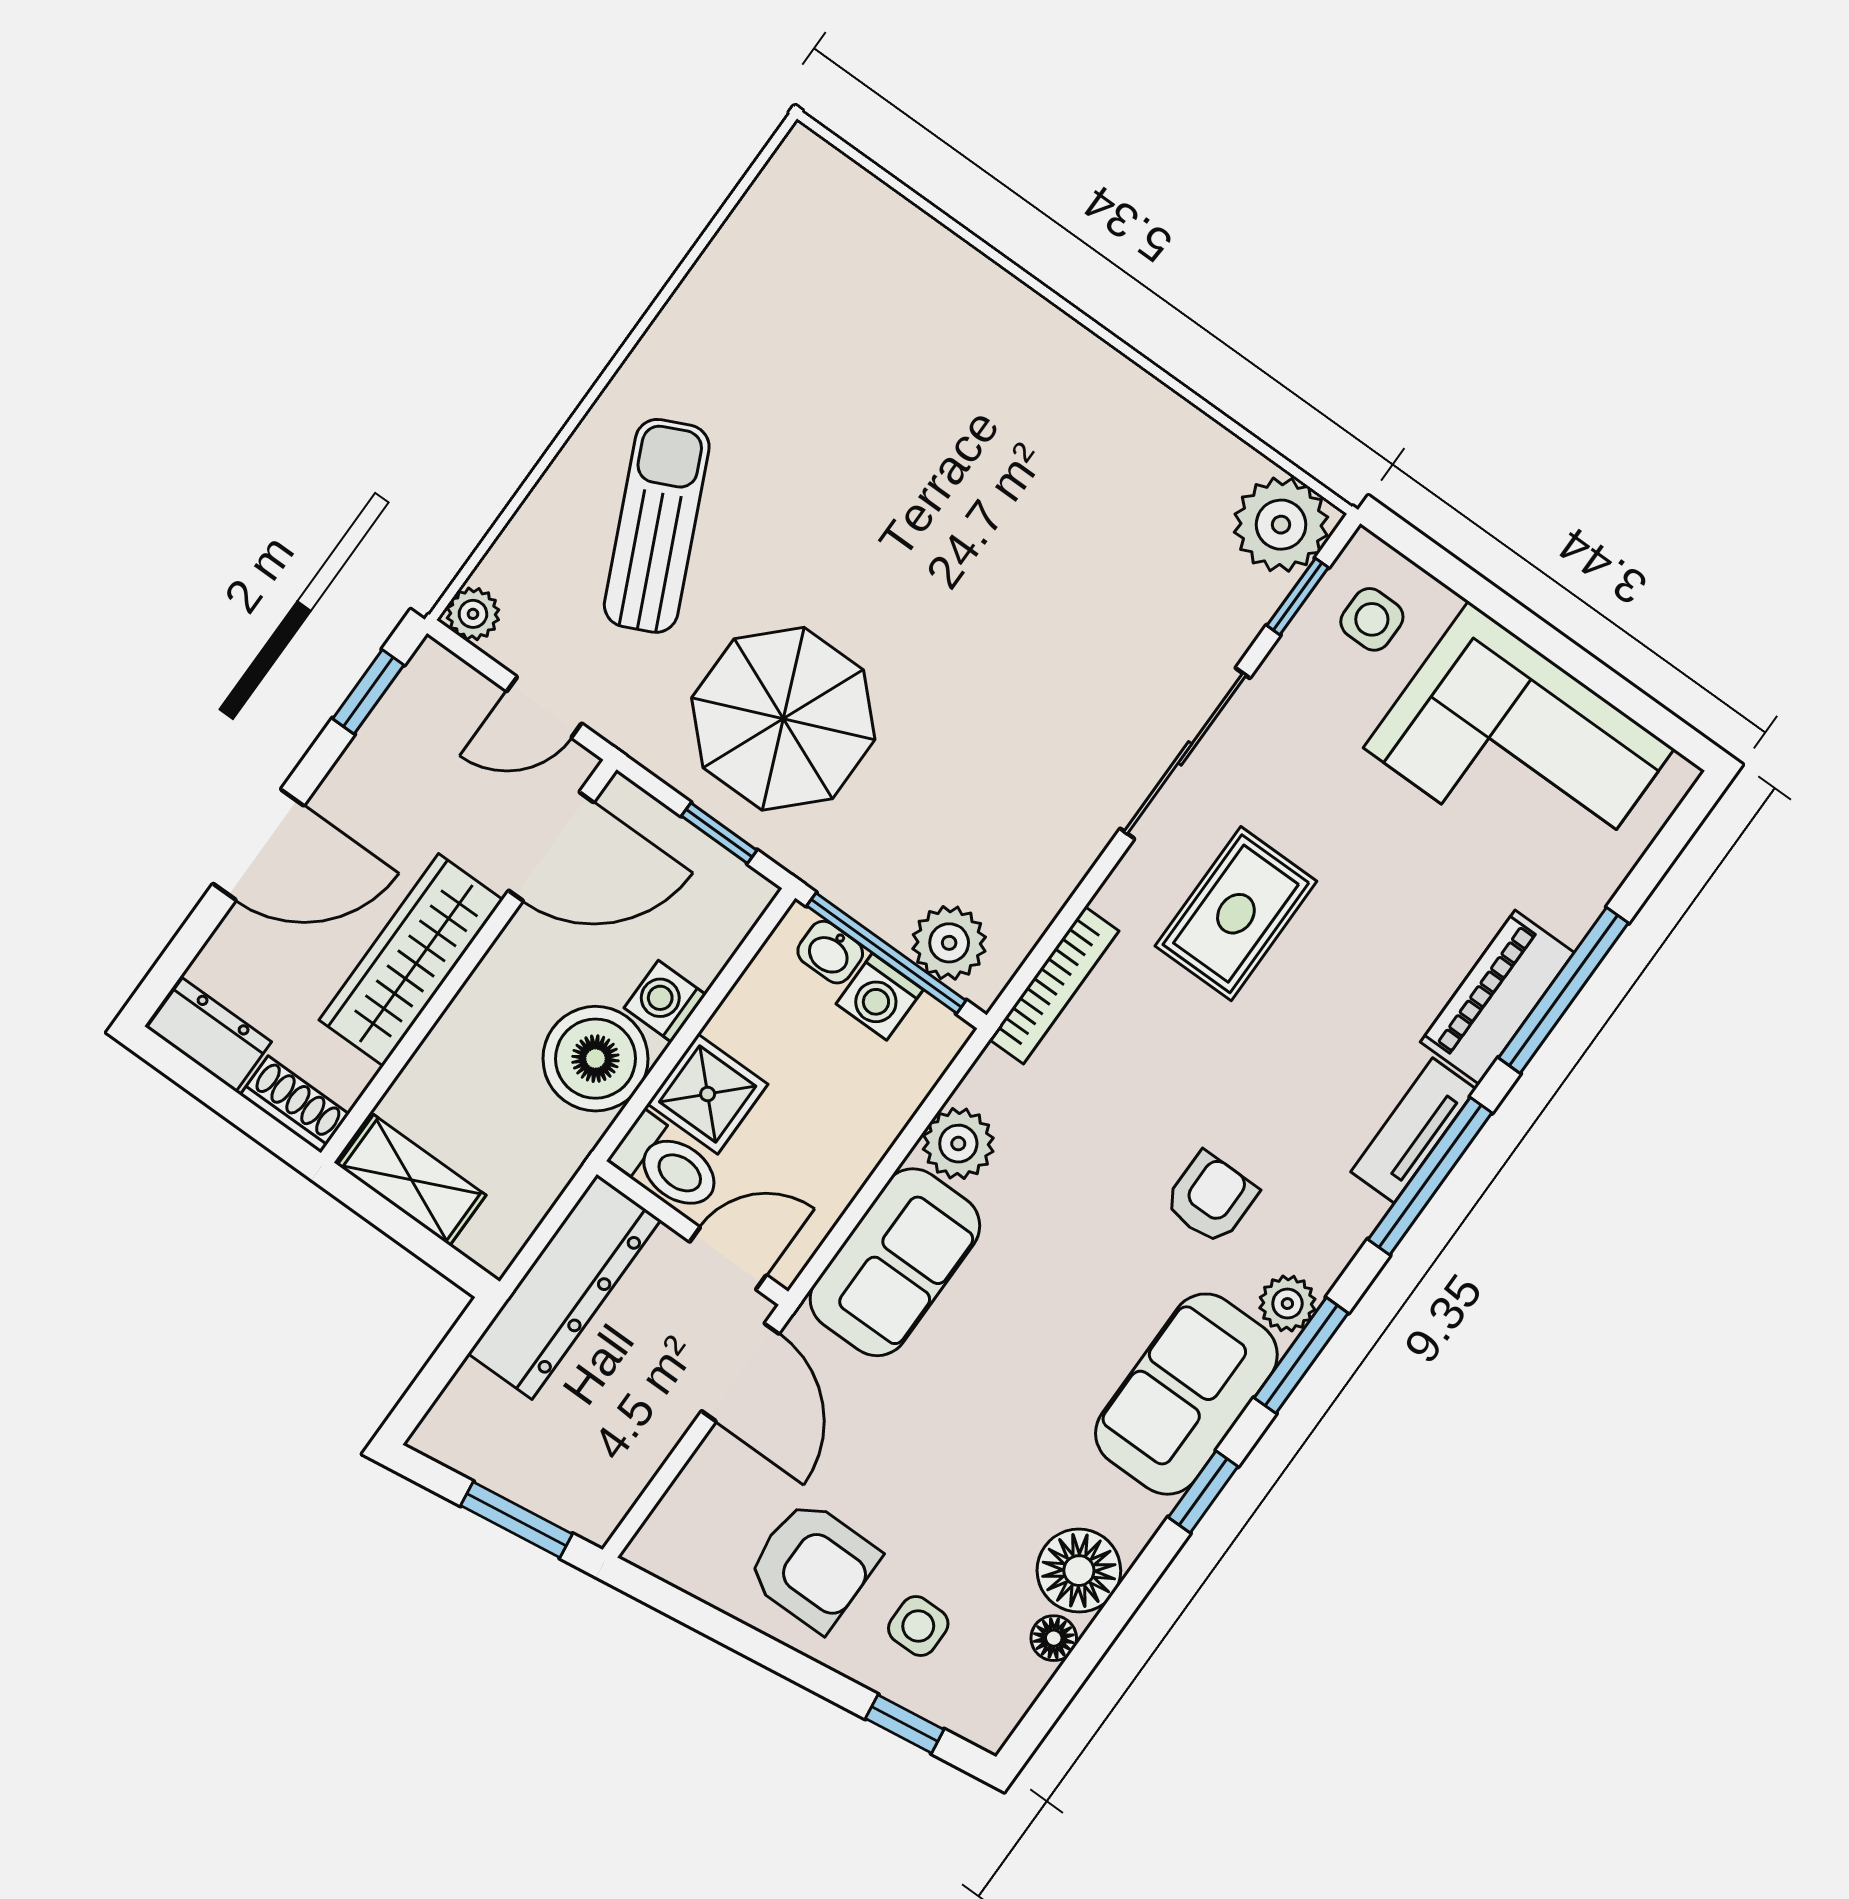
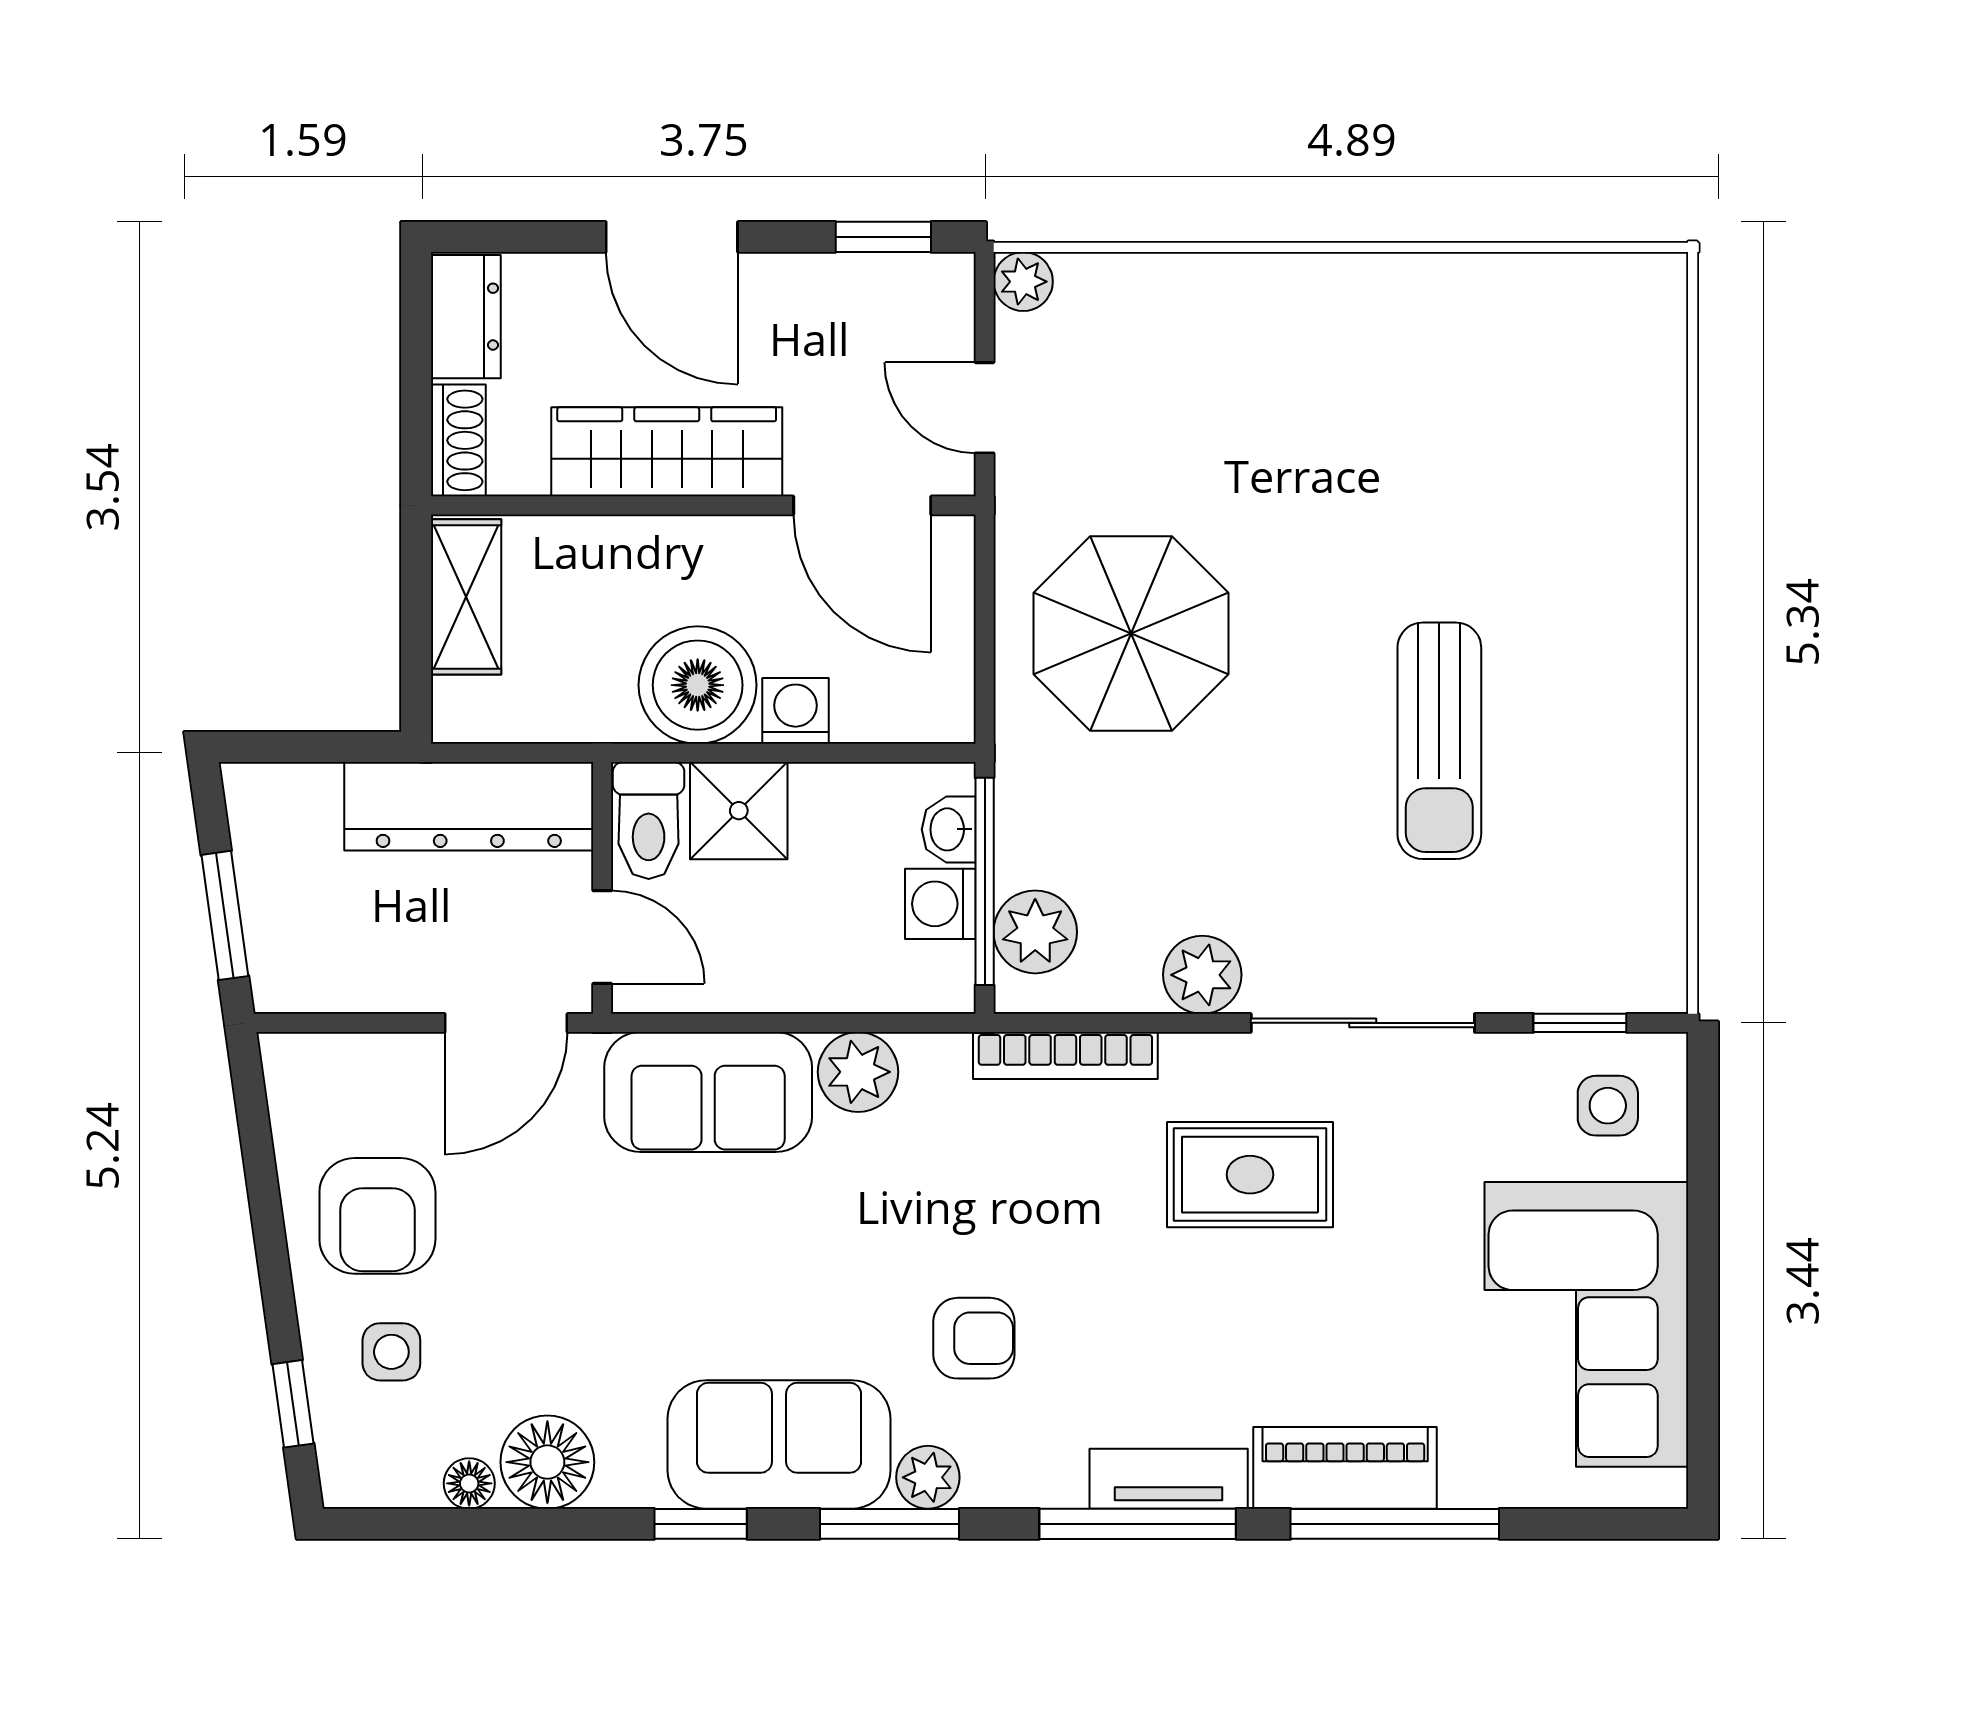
plant: (1281, 525) -> (1202, 975), moved, width x0.73, depth x0.73
sun lounger: (657, 526) -> (1439, 741), moved, turned 115
window: (719, 833) -> (985, 650), removed

